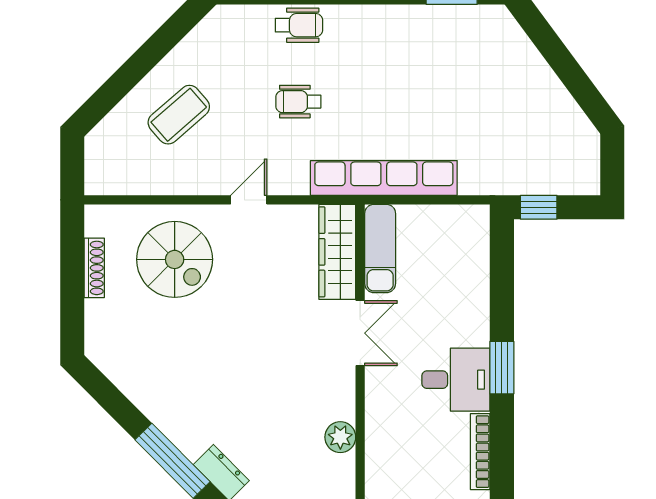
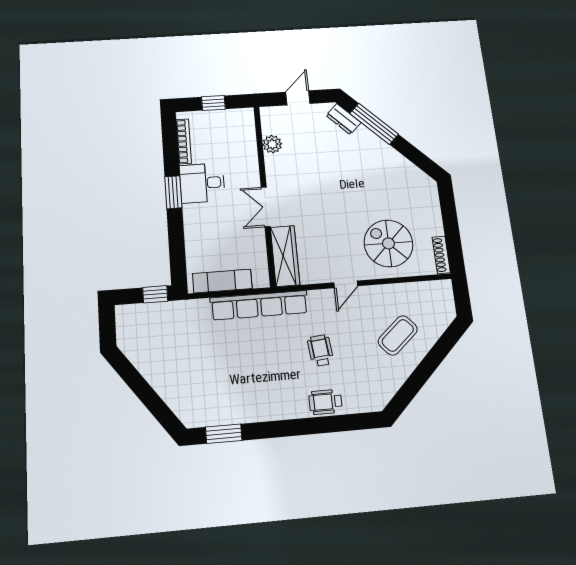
wheelchair: (298, 102) -> (320, 351), turned -96
exam couch: (380, 248) -> (222, 281), moved, turned 90
shoe rack: (94, 268) -> (441, 255), moved

